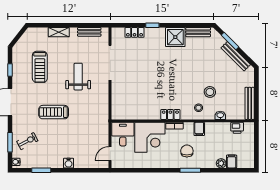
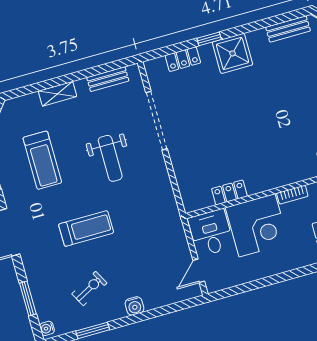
shower: (175, 37) -> (233, 53), moved
weight bench: (78, 77) -> (110, 158), turned 180
treadmill: (54, 112) -> (86, 228), turned 180
locker: (170, 114) -> (229, 192), moved
exercise bike: (27, 141) -> (89, 288), moved

